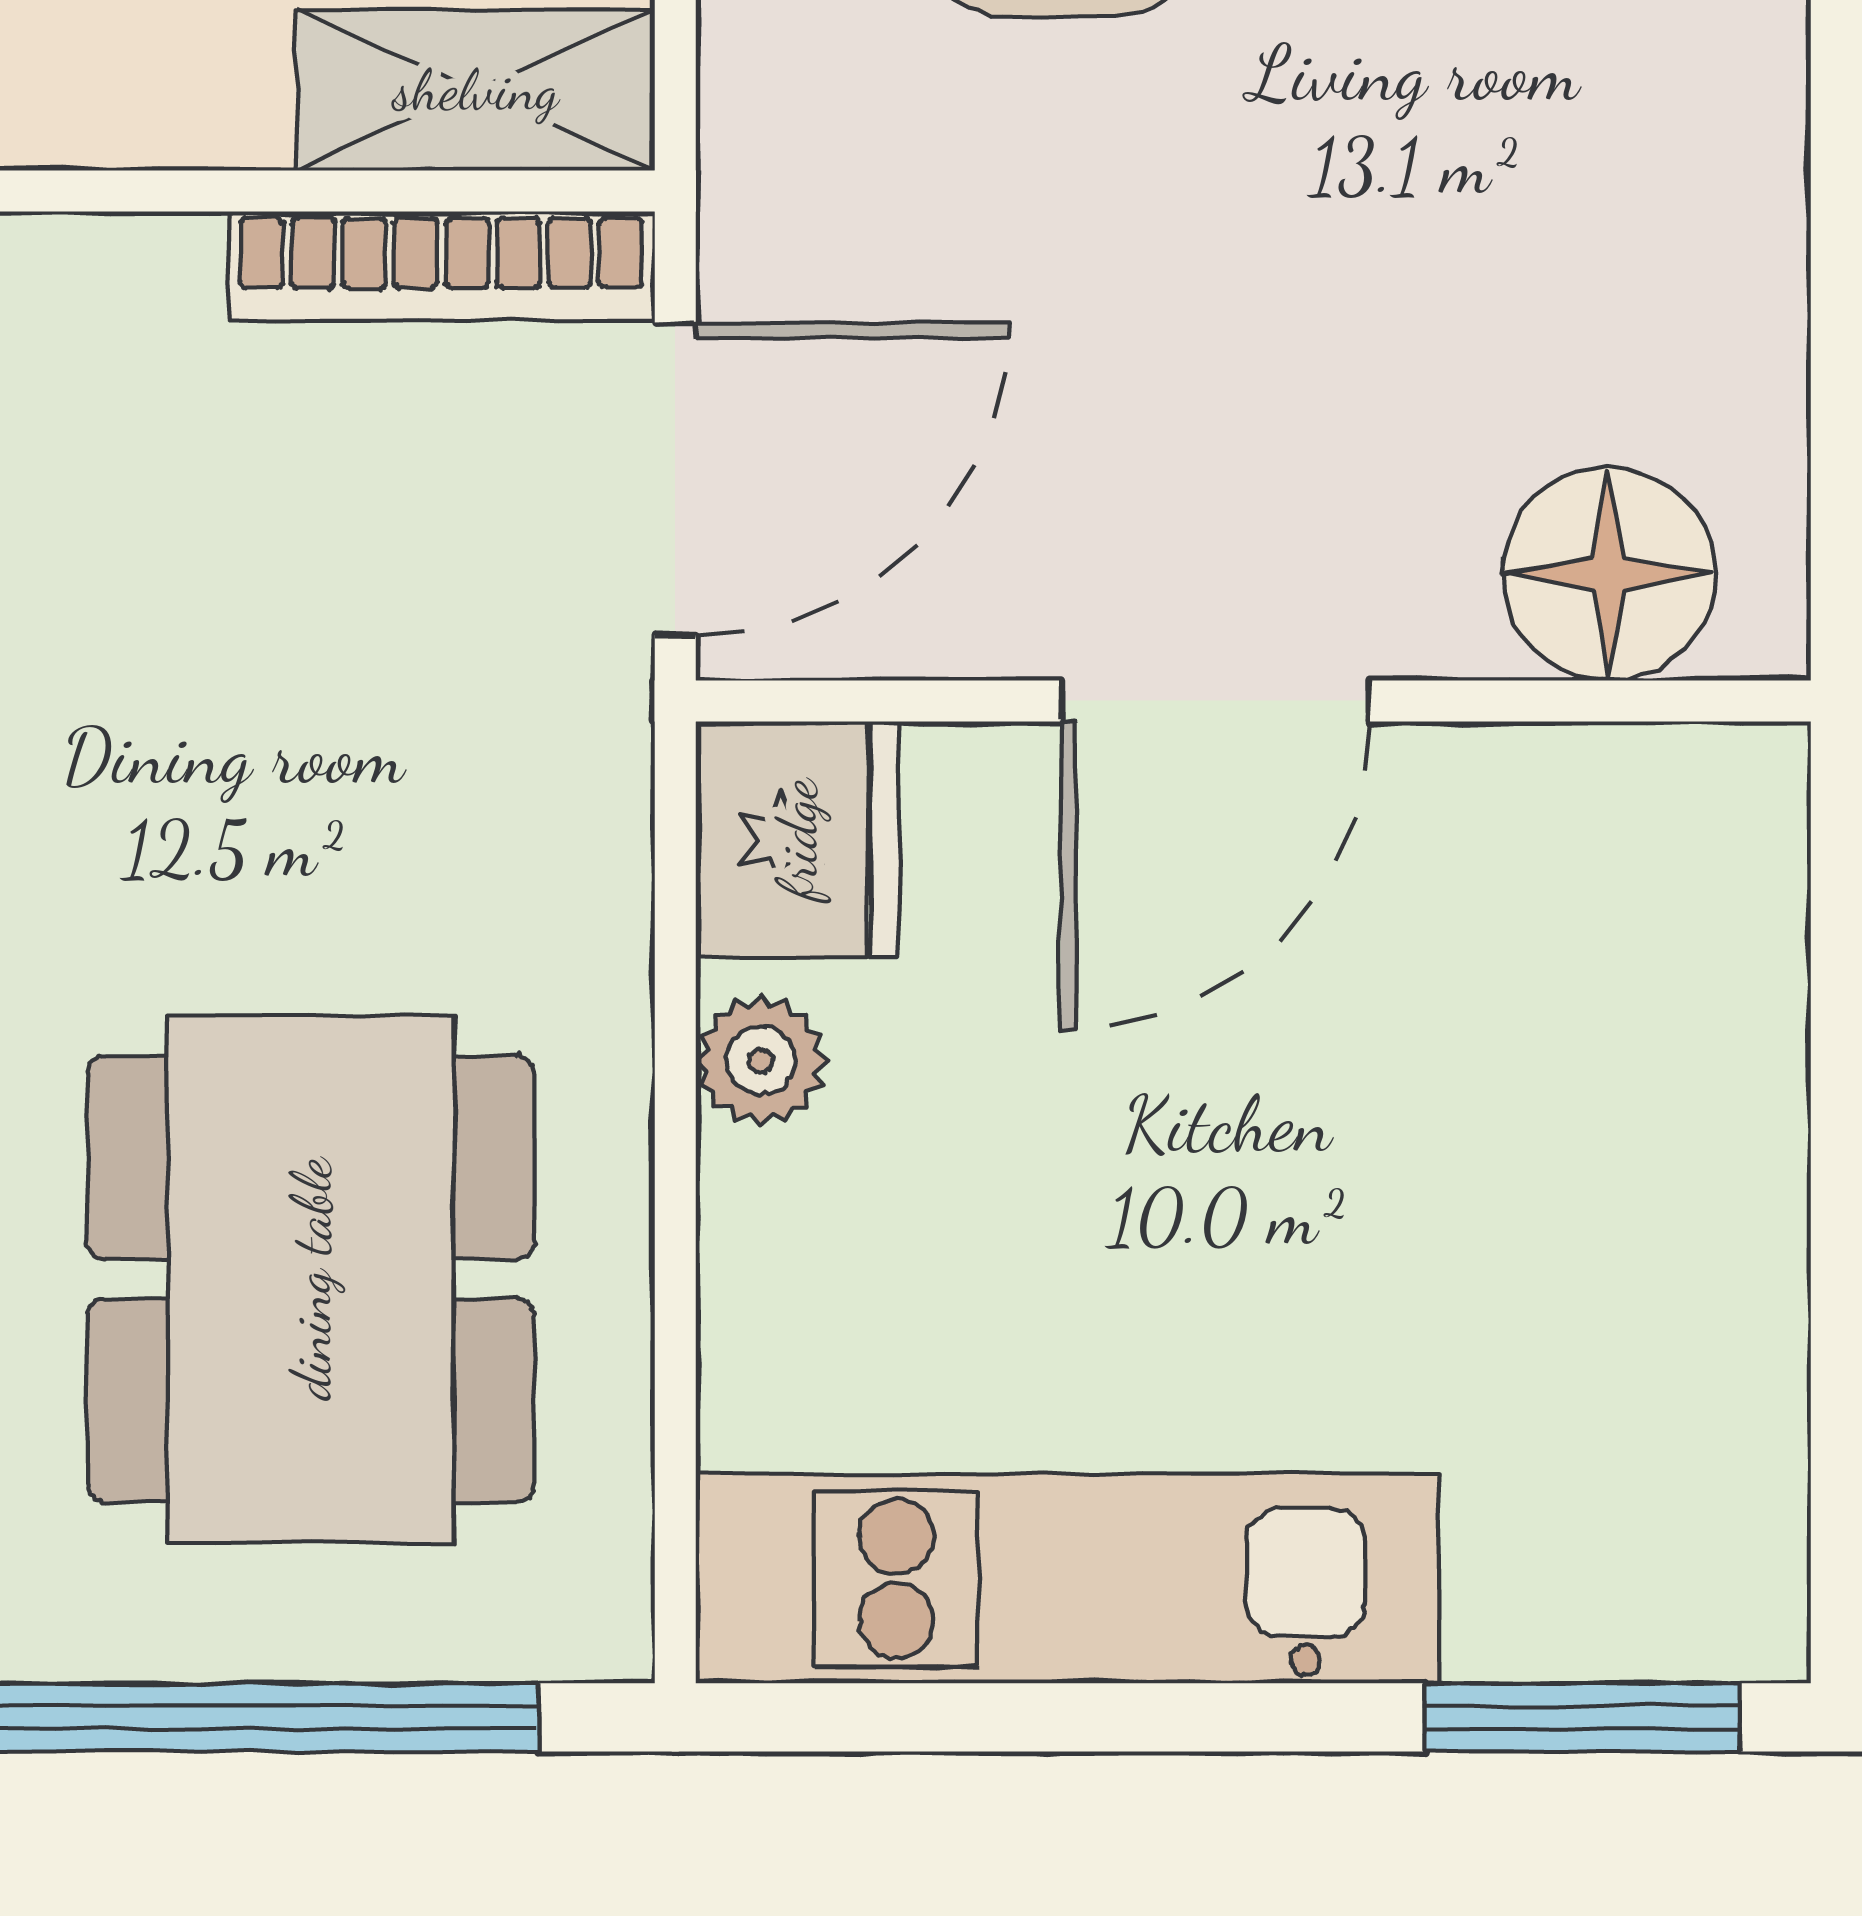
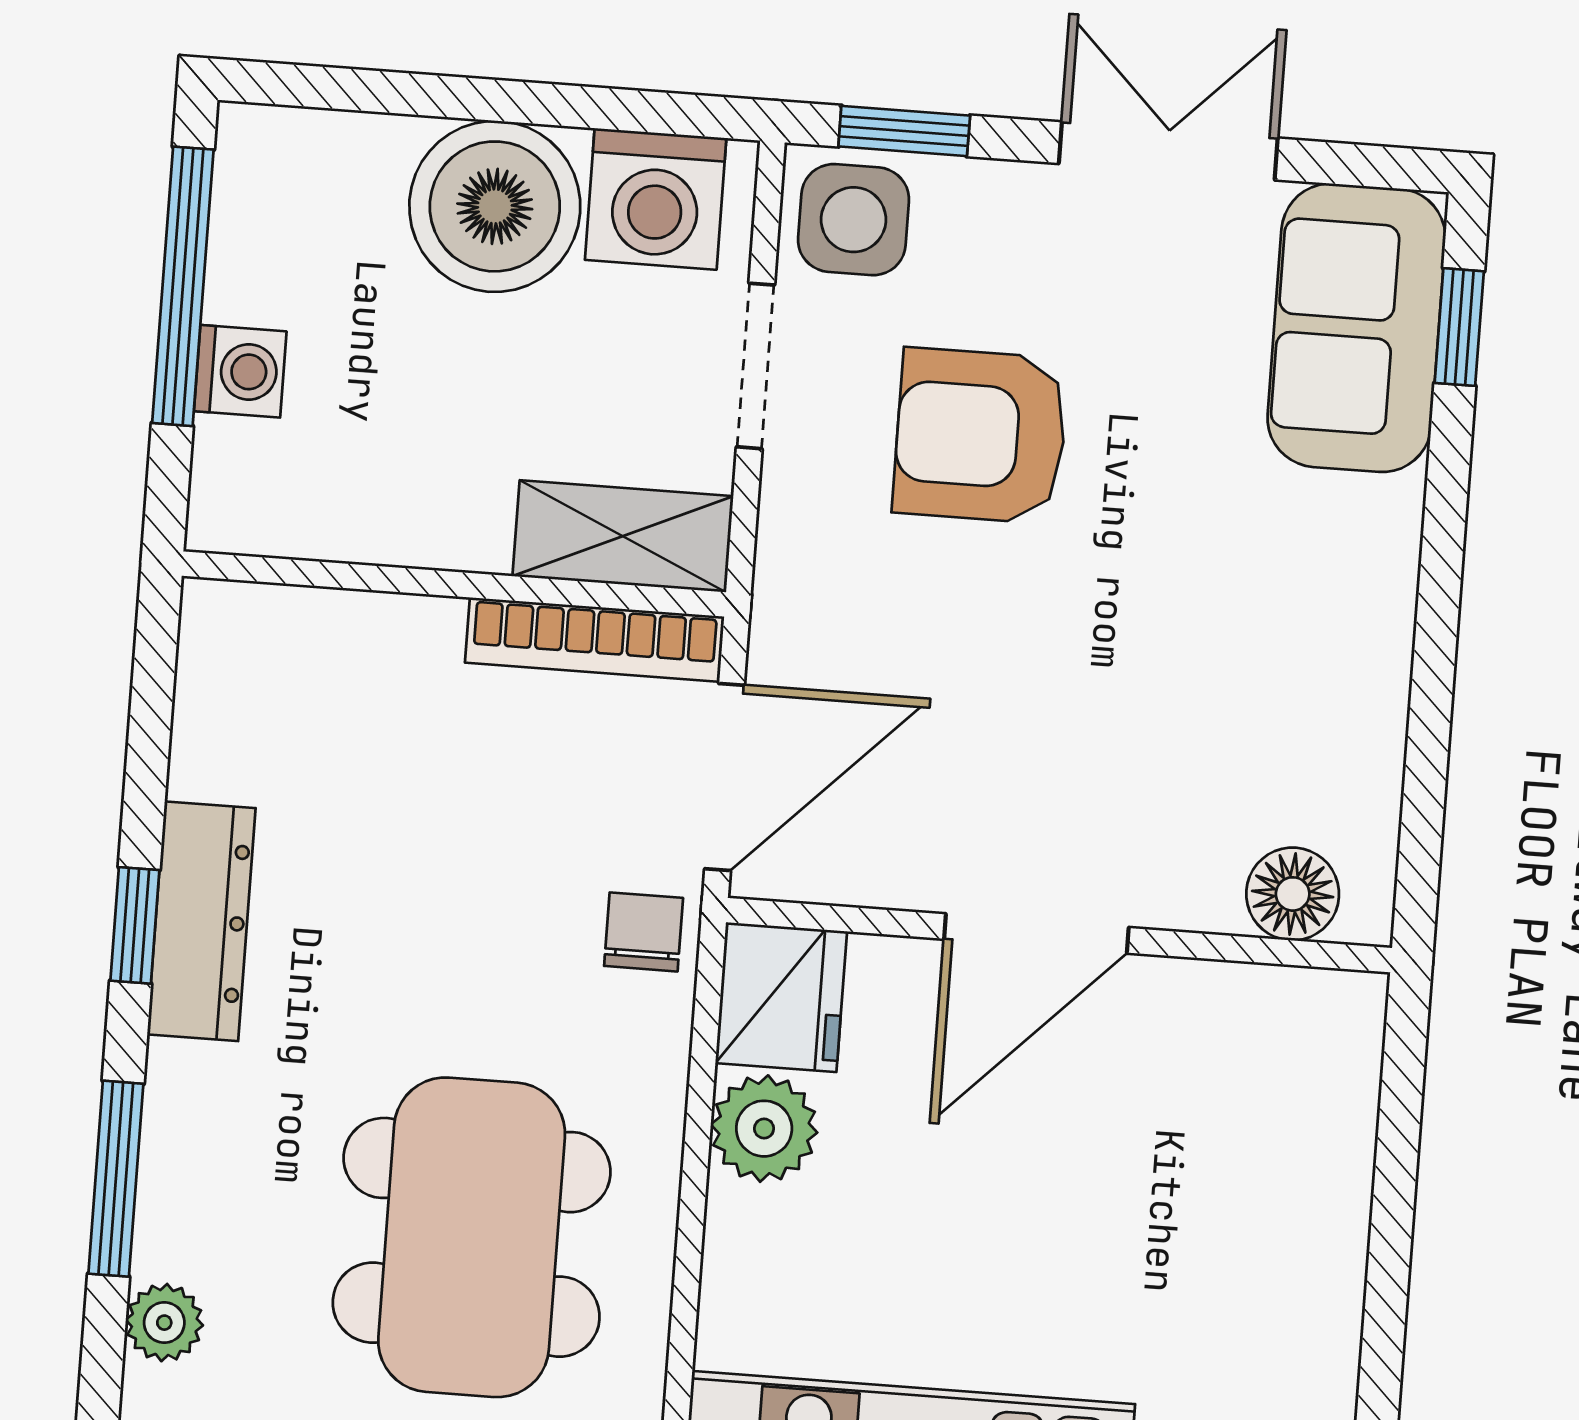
floor lamp: (1609, 574) -> (1293, 894), width x0.73, depth x0.73
chair: (560, 748) -> (644, 932), added
plant: (761, 1061) -> (764, 1129), width x1.38, depth x1.38

